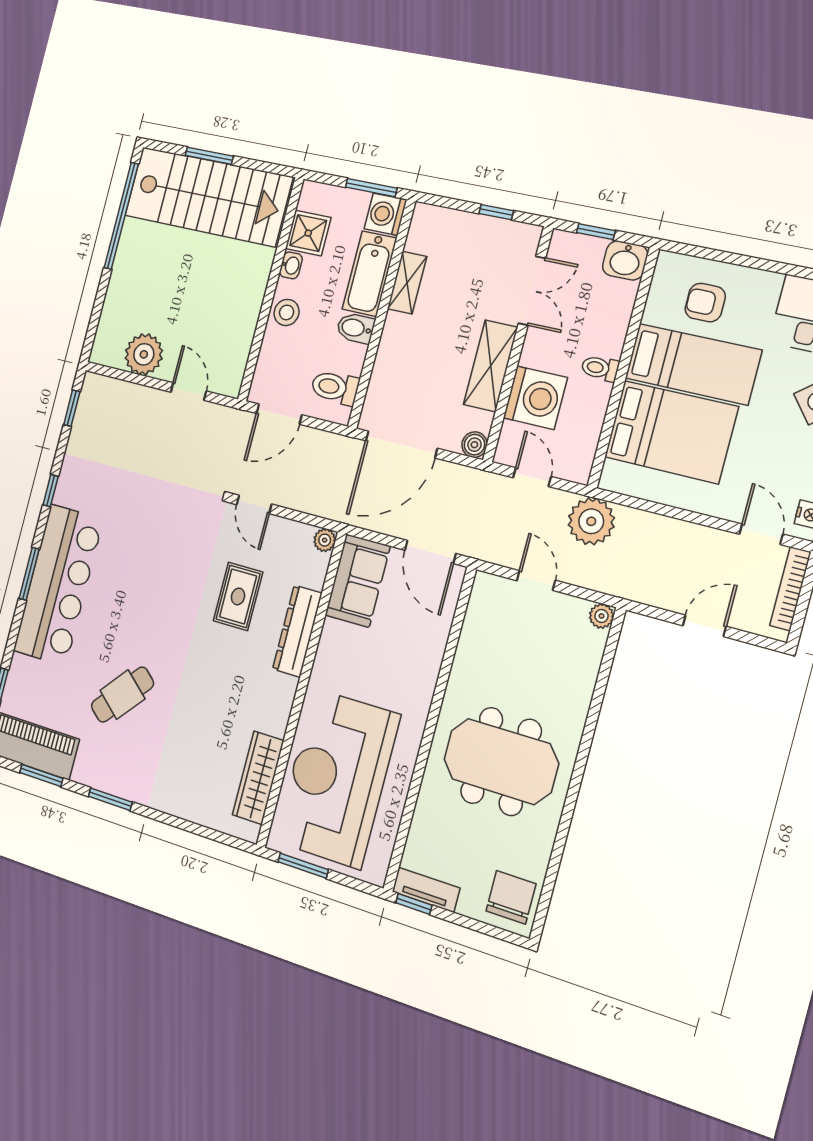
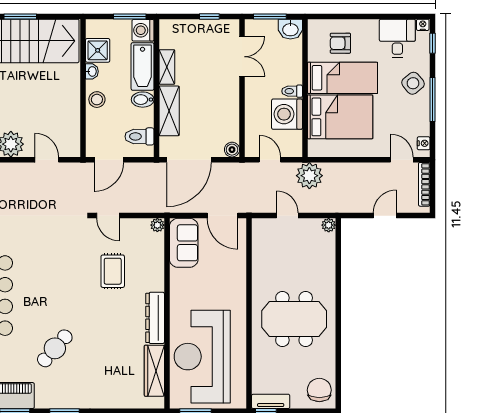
window: (596, 232) -> (270, 16), width x1.50
shelving: (491, 366) -> (169, 111), moved
washing machine: (535, 398) -> (287, 114), moved, turned 180
dresser: (297, 631) -> (155, 318), moved

